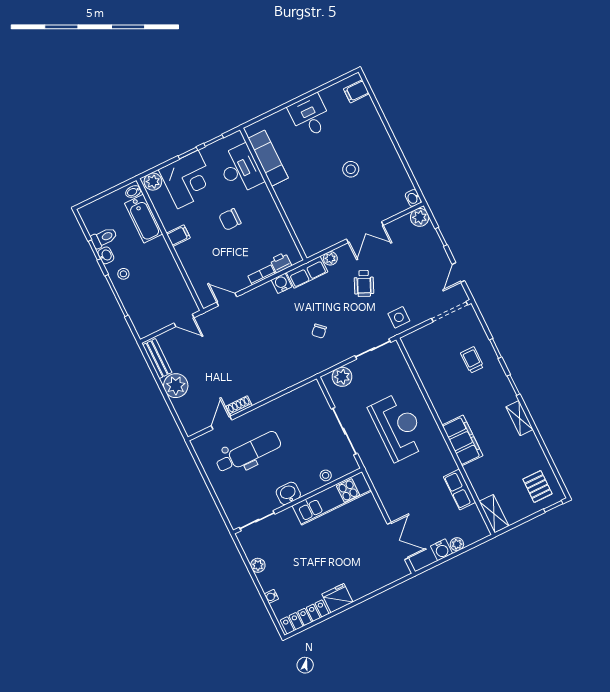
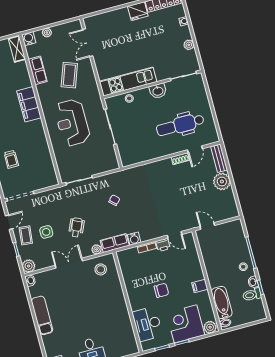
exam couch: (268, 158) -> (42, 315), moved, turned 180
stool: (351, 169) -> (101, 269), moved
coffee table: (432, 259) -> (26, 235), added
printer: (281, 263) -> (163, 245), moved
side table: (399, 317) -> (46, 232), moved
bench: (157, 359) -> (219, 158), moved
plant: (342, 377) -> (104, 165), removed
coffee table: (415, 491) -> (69, 75), added
water cooler: (442, 550) -> (29, 39), moved

